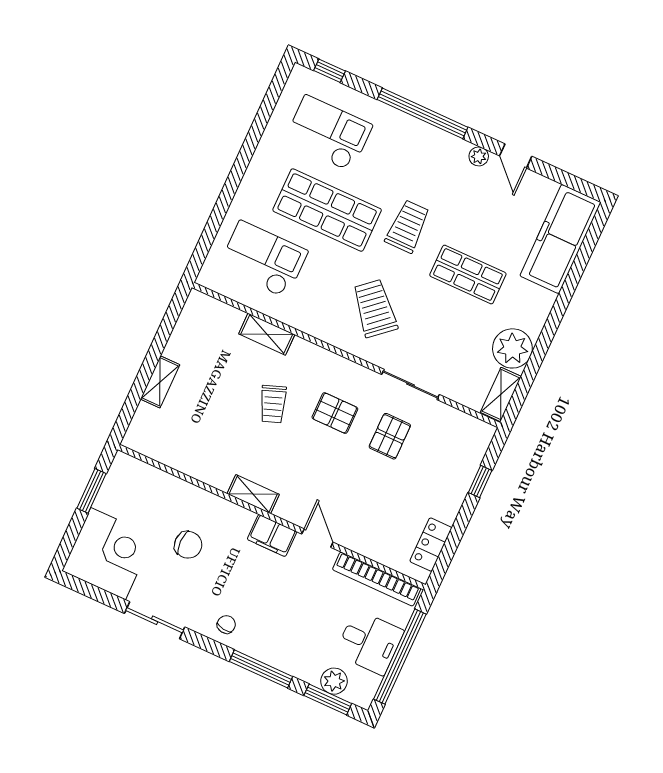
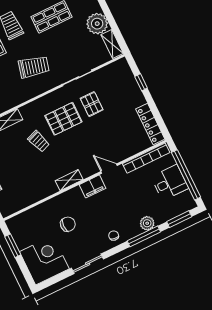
trolley: (375, 308) -> (34, 67), turned 145
pallet: (335, 413) -> (63, 119), width x1.50, depth x1.42
locker: (431, 545) -> (150, 124), width x1.53
plant: (334, 681) -> (147, 223), moved

